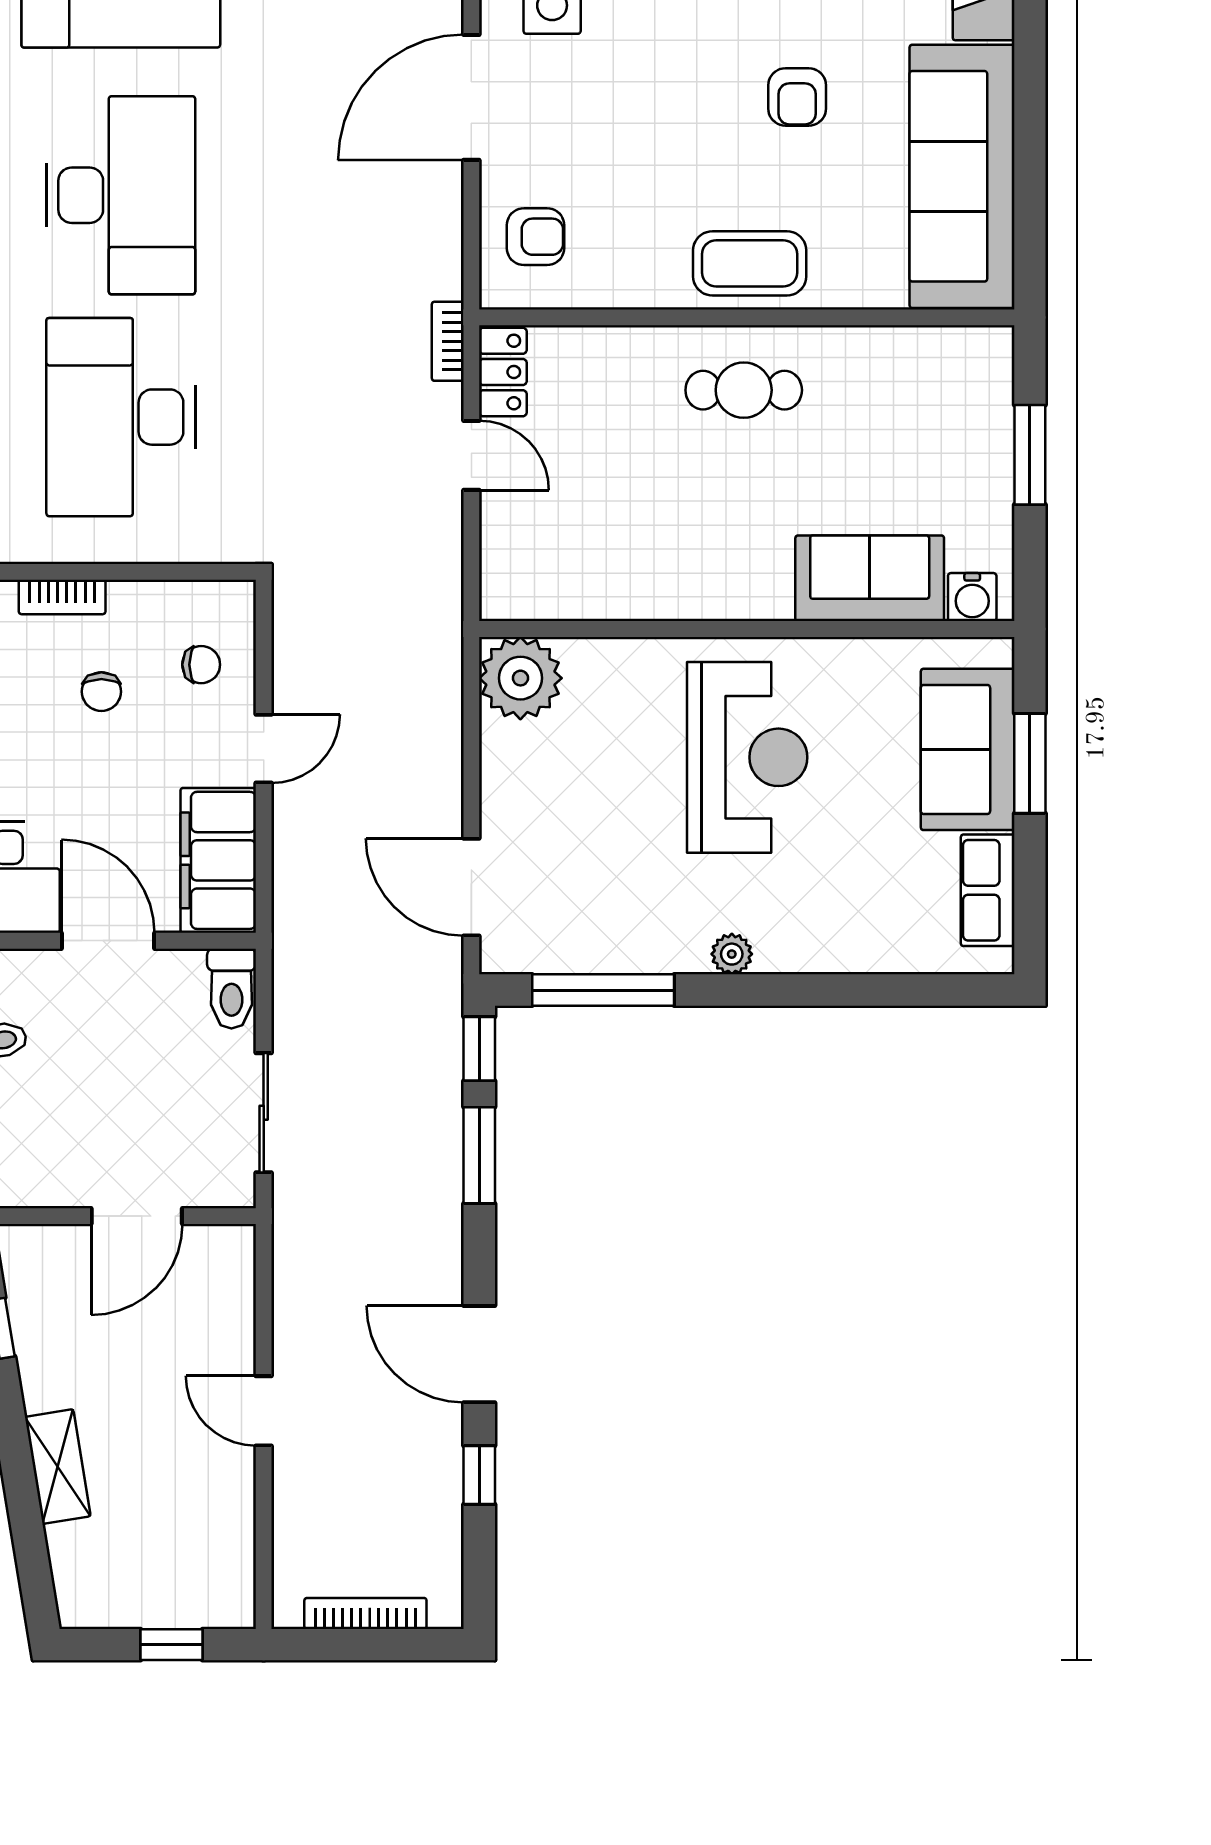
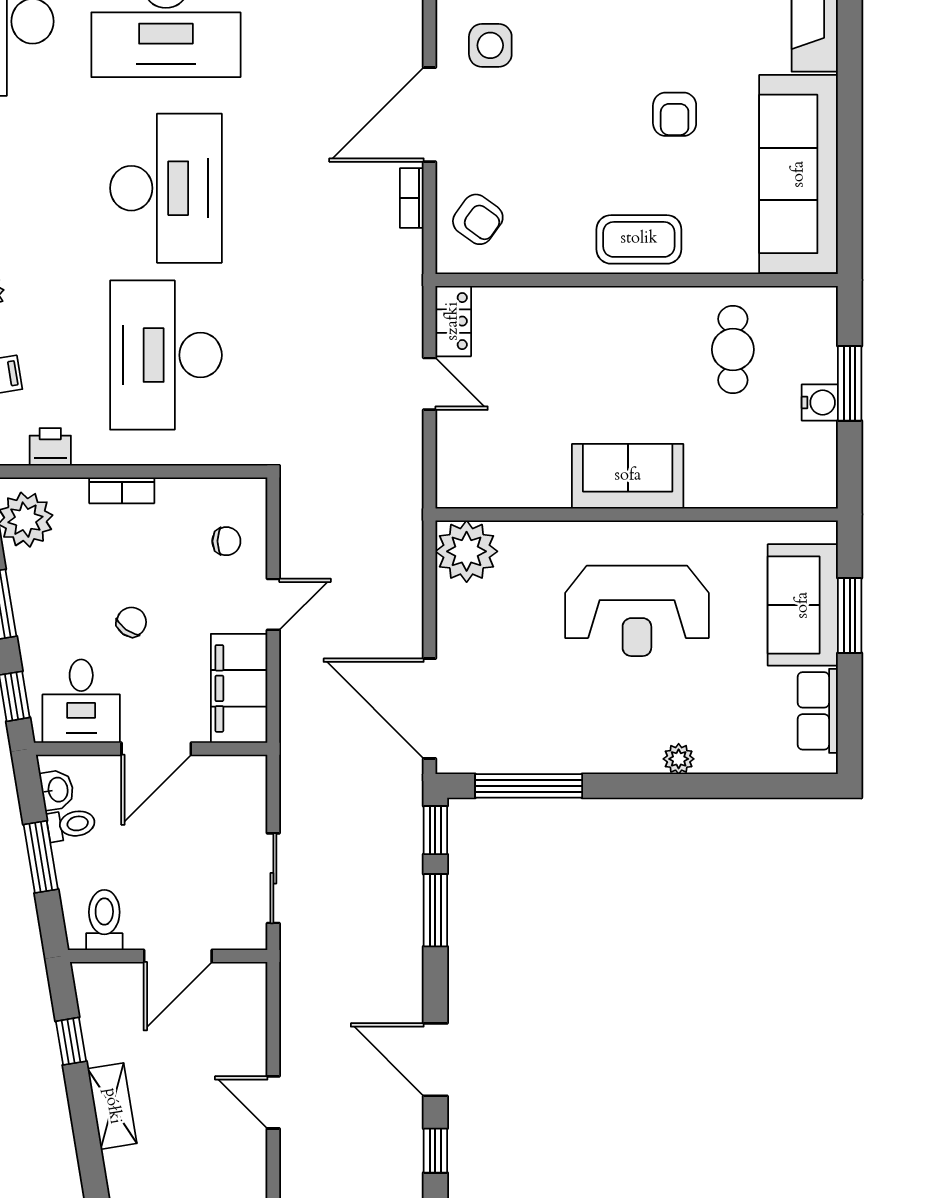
armchair: (536, 237) -> (478, 219), turned 36
bookcase: (448, 341) -> (412, 198), moved
cafe table: (744, 390) -> (733, 350), moved, turned 90
sofa: (870, 578) -> (628, 476), moved
water cooler: (972, 597) -> (820, 402), moved, turned -90
chair: (101, 692) -> (131, 622), moved, turned -144
reception desk: (747, 757) -> (637, 611), turned 90
door: (471, 887) -> (430, 709), width x1.36
door: (108, 941) -> (156, 749), swing flipped
plant: (732, 954) -> (679, 759), moved
toilet: (231, 989) -> (104, 920), moved, turned 180
shelving: (58, 1467) -> (112, 1106), moved

